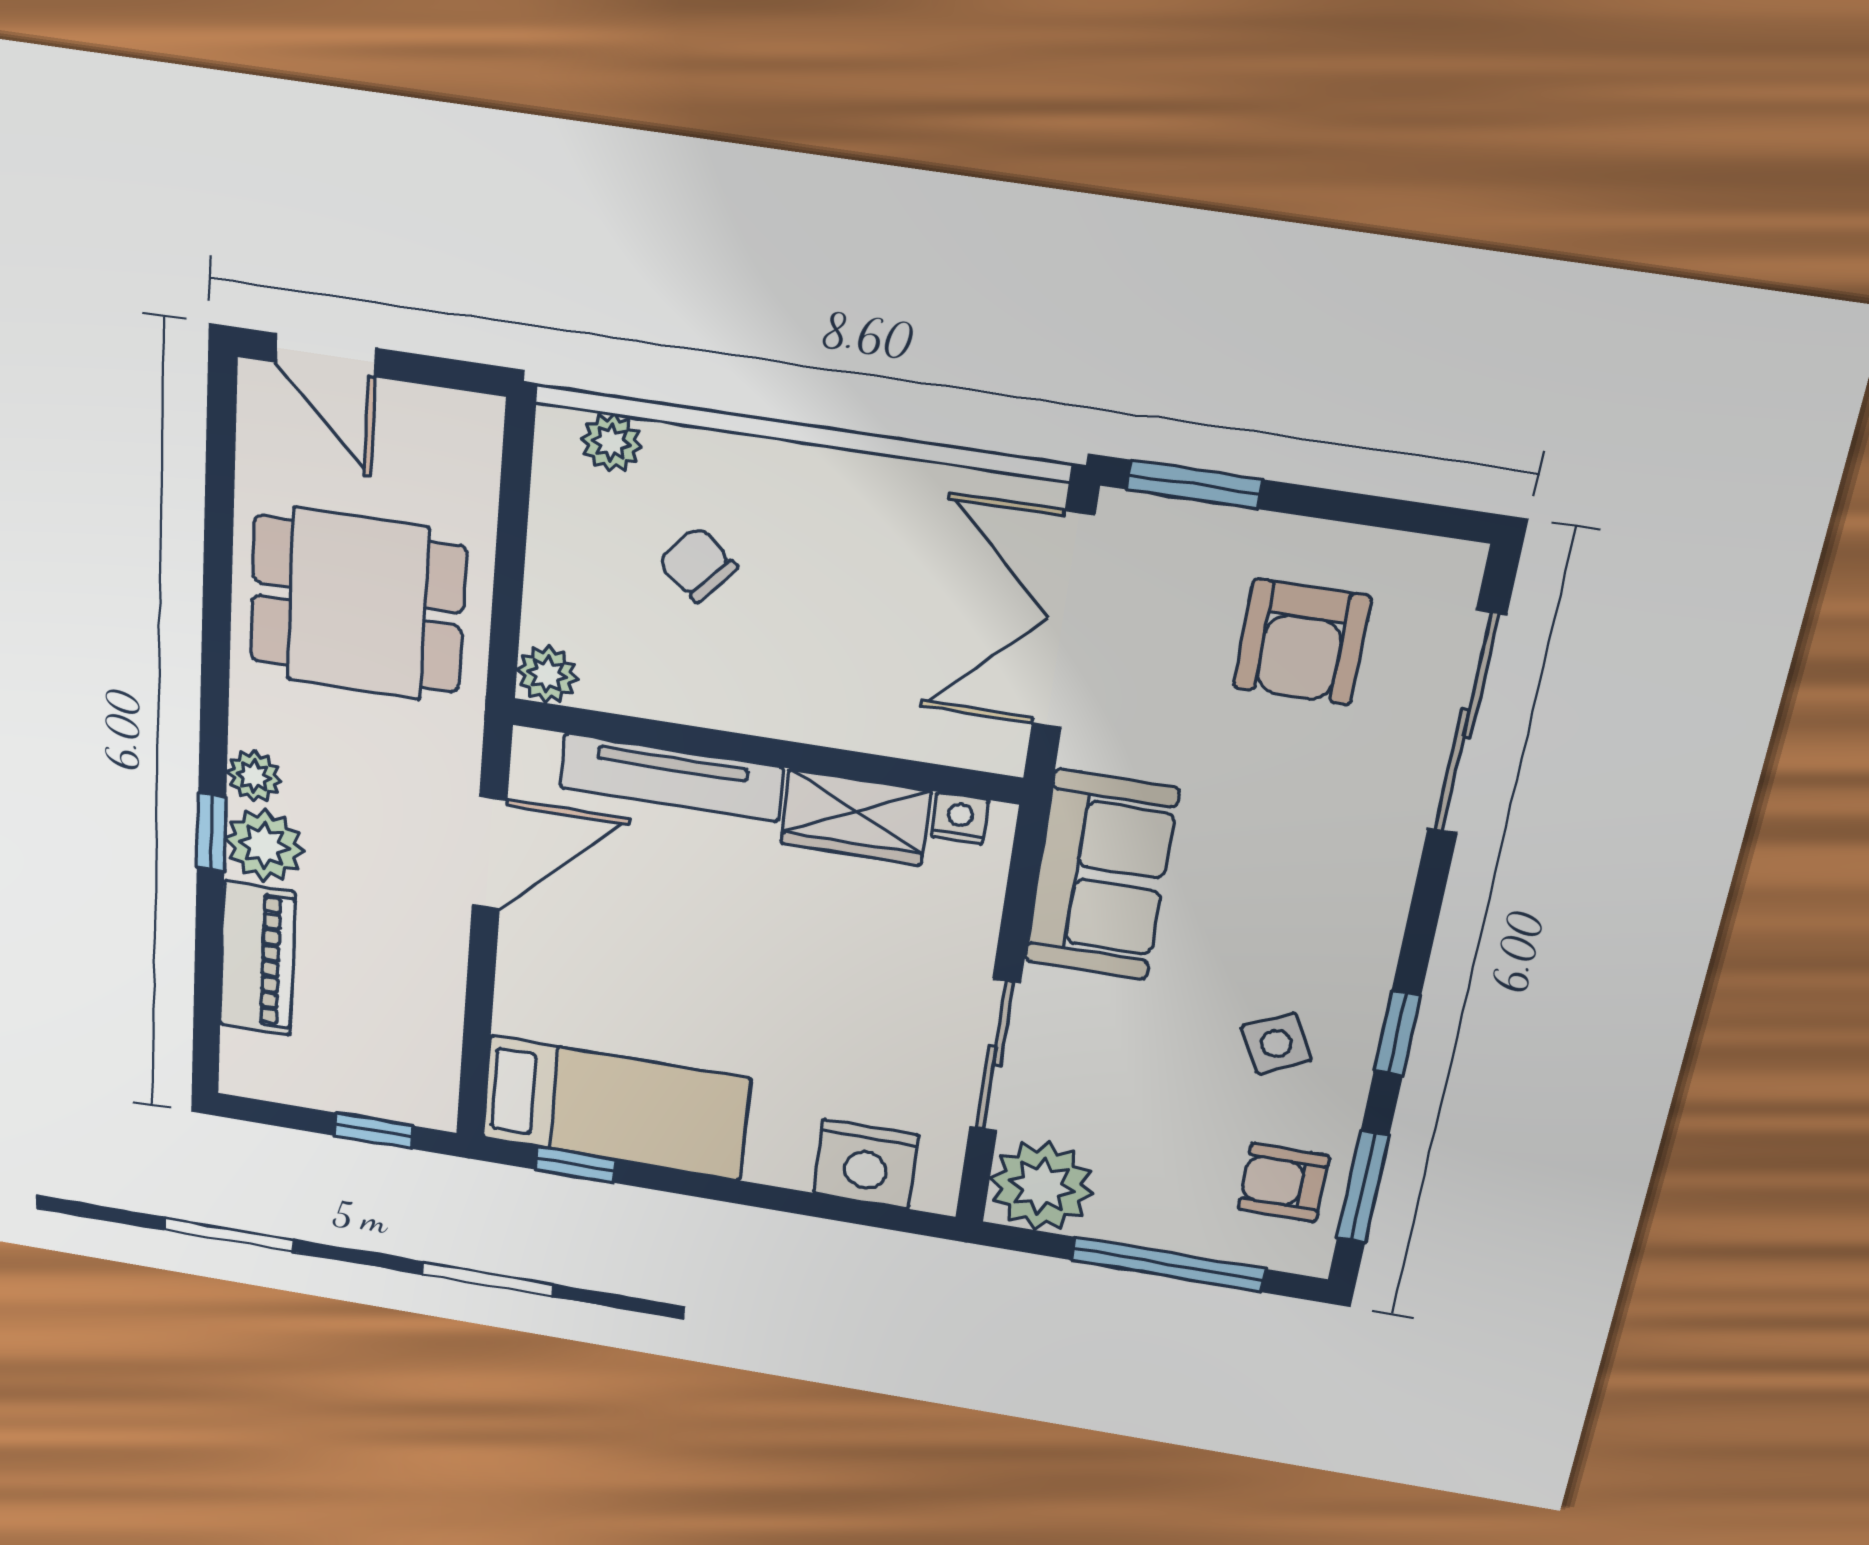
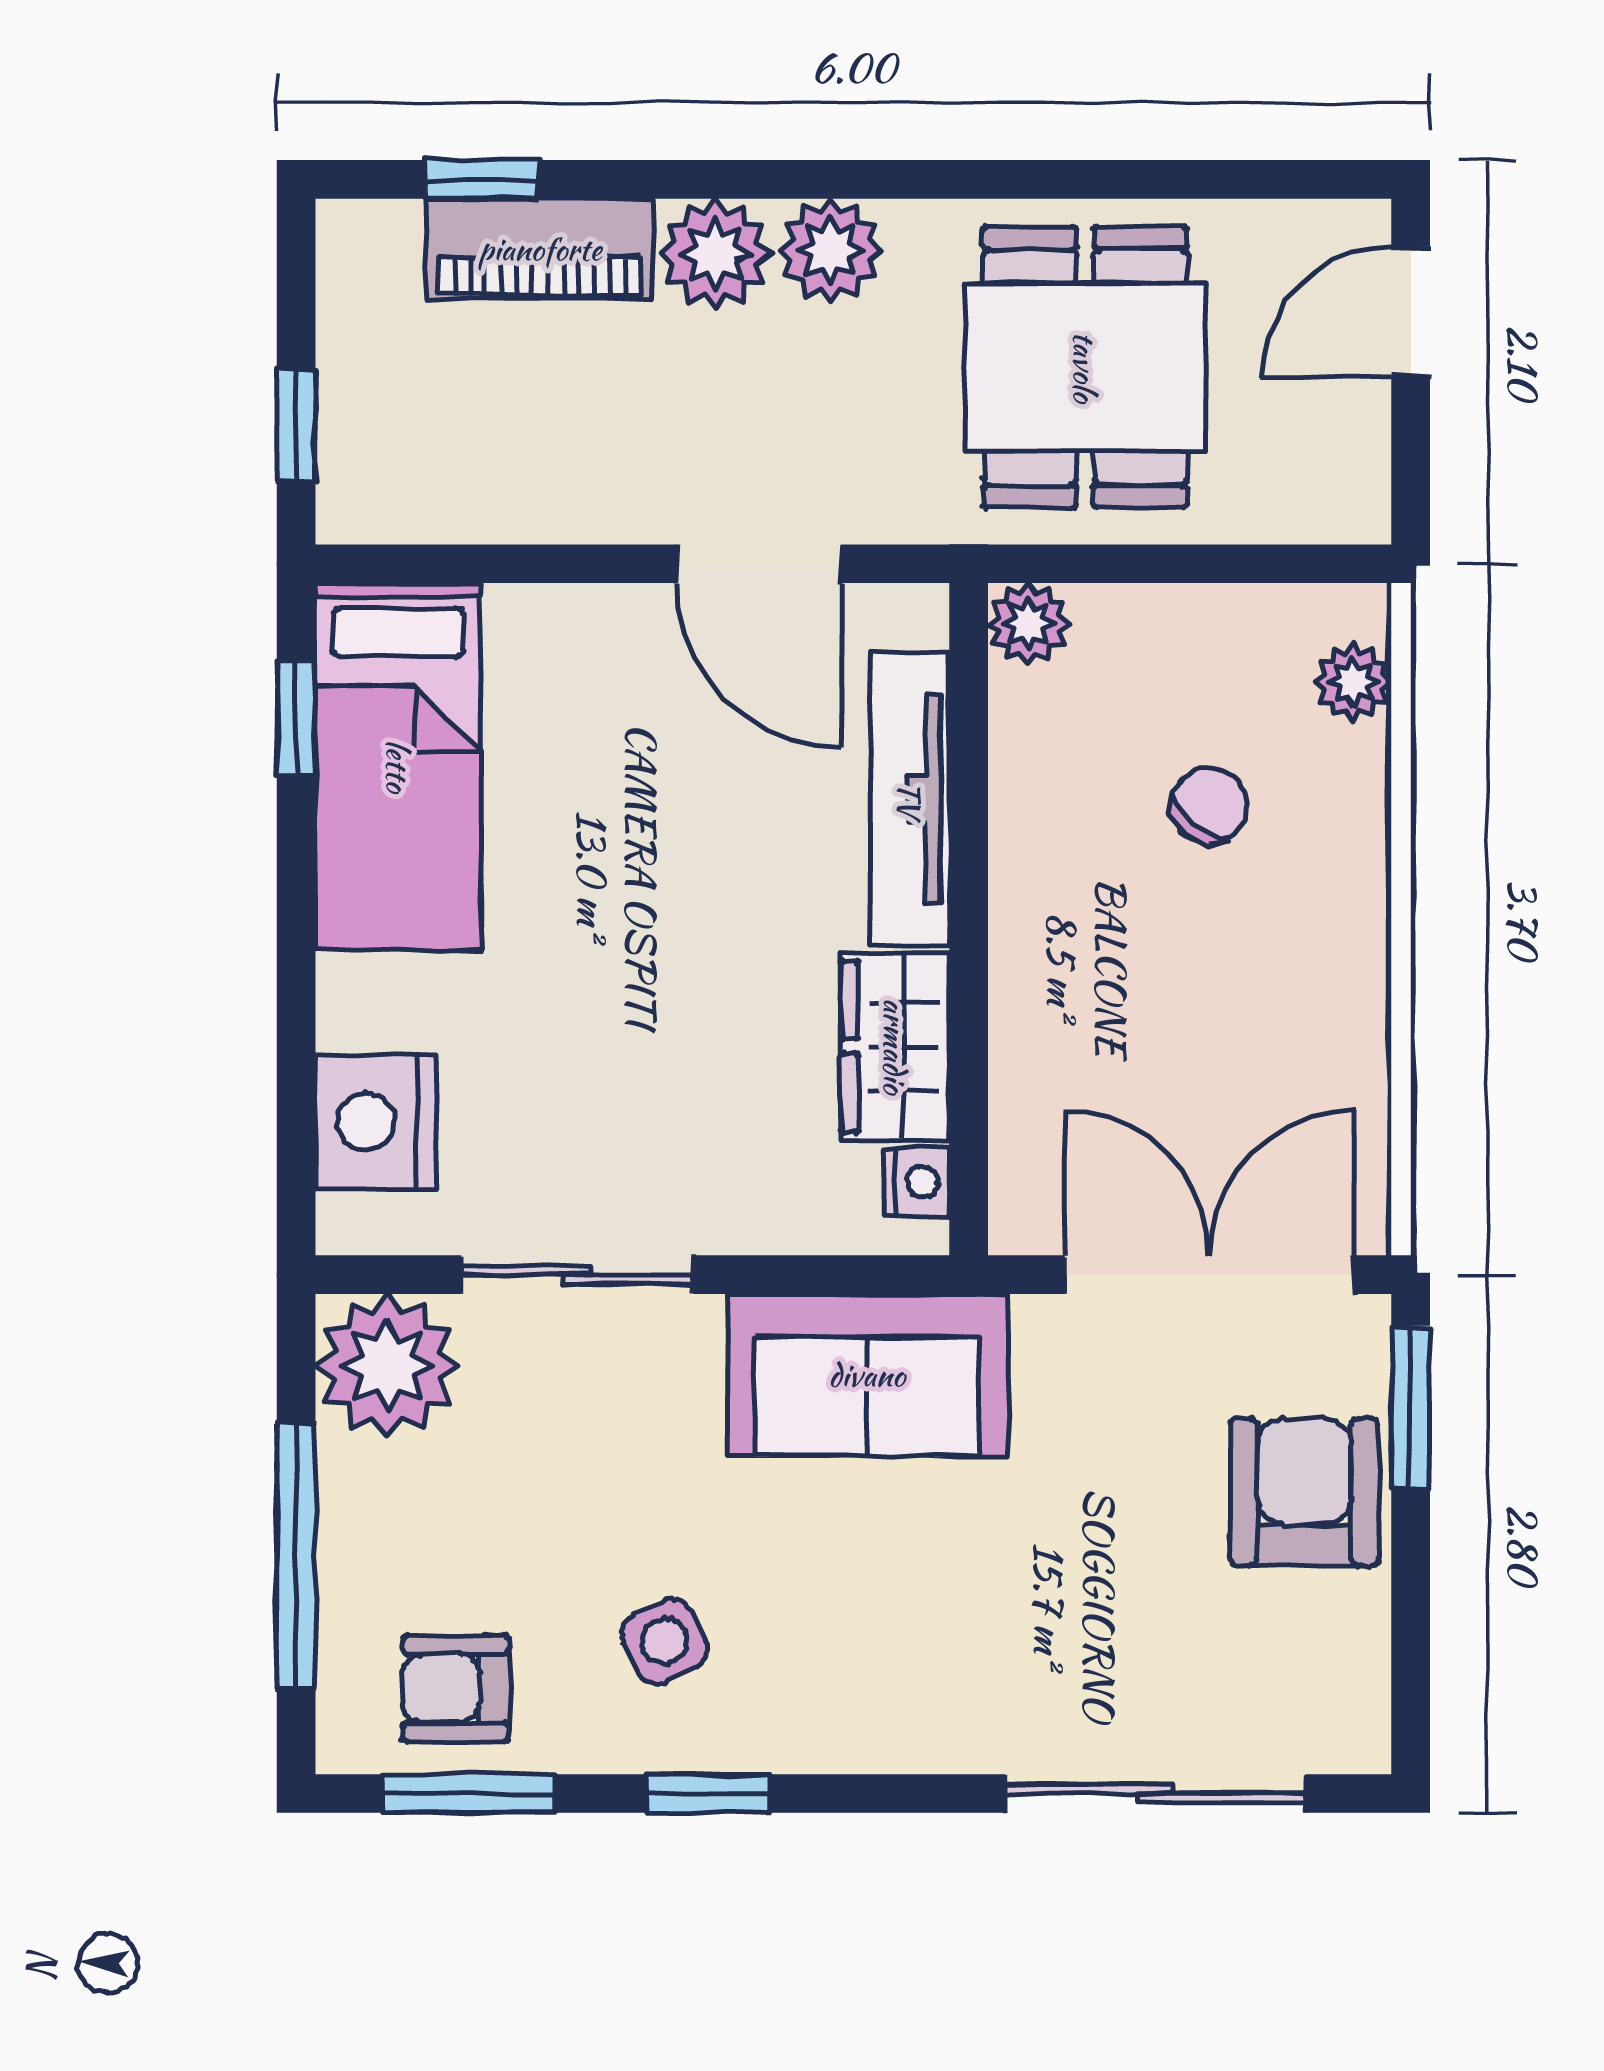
armchair: (1302, 642) -> (1304, 1492), moved, turned 90
plant: (254, 776) -> (830, 250), width x1.38, depth x1.38
window: (211, 832) -> (482, 179), moved
armchair: (1284, 1183) -> (456, 1688), turned -90

